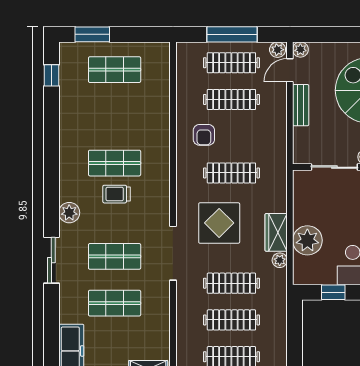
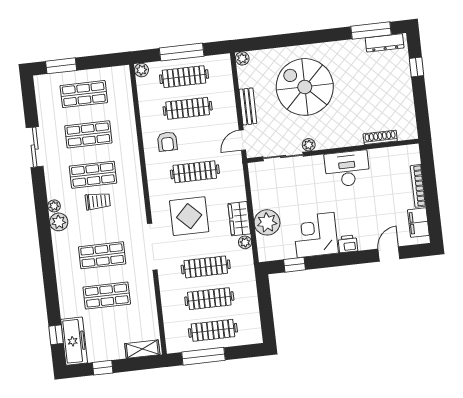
plant: (278, 50) -> (141, 70), moved
door: (290, 70) -> (242, 140), moved
window: (51, 75) -> (56, 335), moved
shop shelf: (115, 116) -> (88, 134), added
plant: (66, 194) -> (54, 206), added
trolley: (117, 194) -> (98, 201), turned 180
sliding door: (51, 260) -> (35, 147), moved

